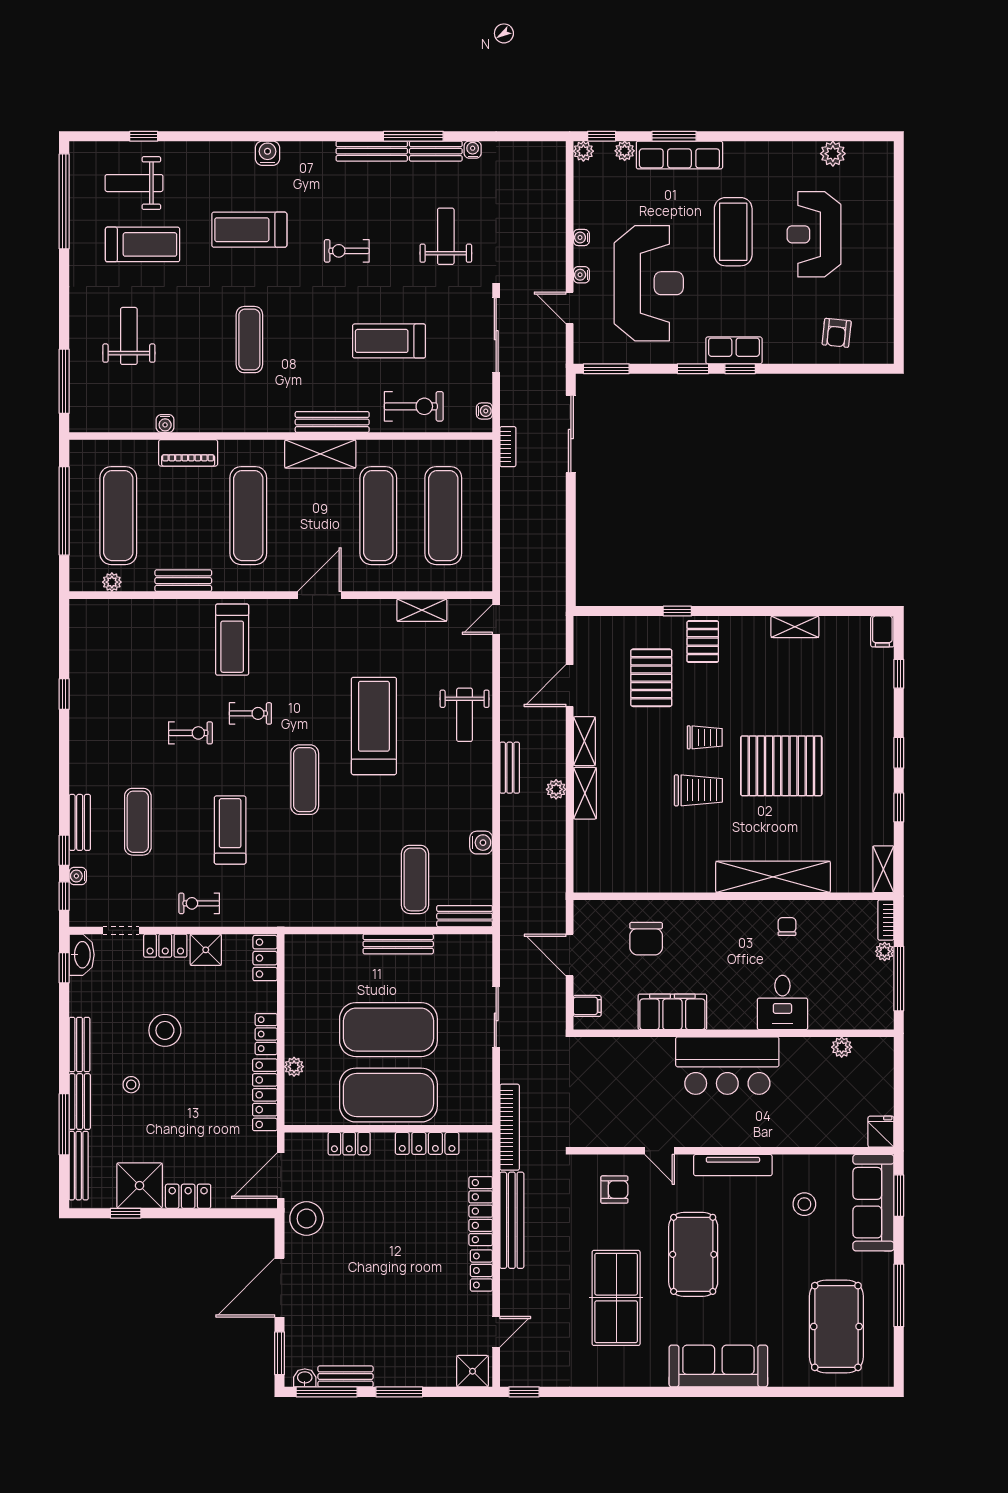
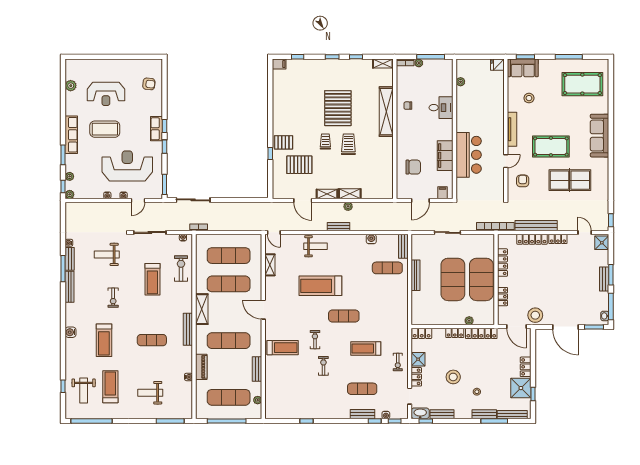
row of seats: (679, 155) -> (71, 135), moved
bench: (332, 422) -> (188, 329), moved
shelving: (795, 627) -> (277, 102), removed
bench: (79, 1045) -> (442, 414), moved
bar counter: (727, 1066) -> (469, 155), moved
sofa: (873, 1203) -> (523, 68), width x0.73
bench: (345, 1376) -> (604, 279), moved

